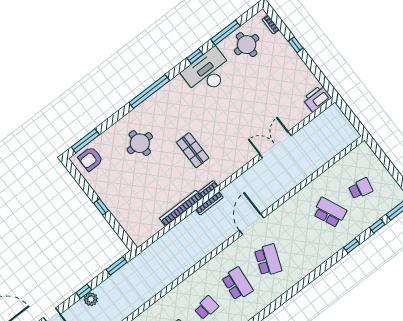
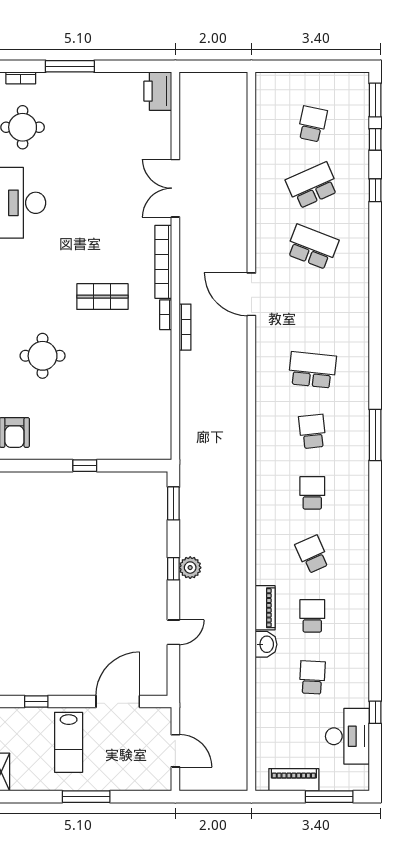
window: (296, 45) -> (70, 66), width x2.17
bookcase: (181, 208) -> (163, 262), moved
school desk: (268, 260) -> (312, 247), moved

